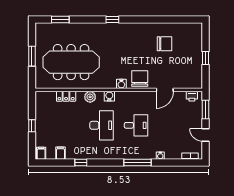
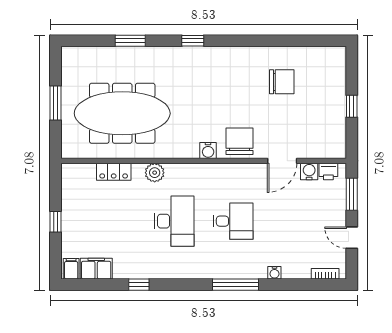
window: (60, 20) -> (130, 41), moved
water cooler: (109, 96) -> (309, 171), moved
filing cabinet: (60, 153) -> (96, 269), width x2.00

